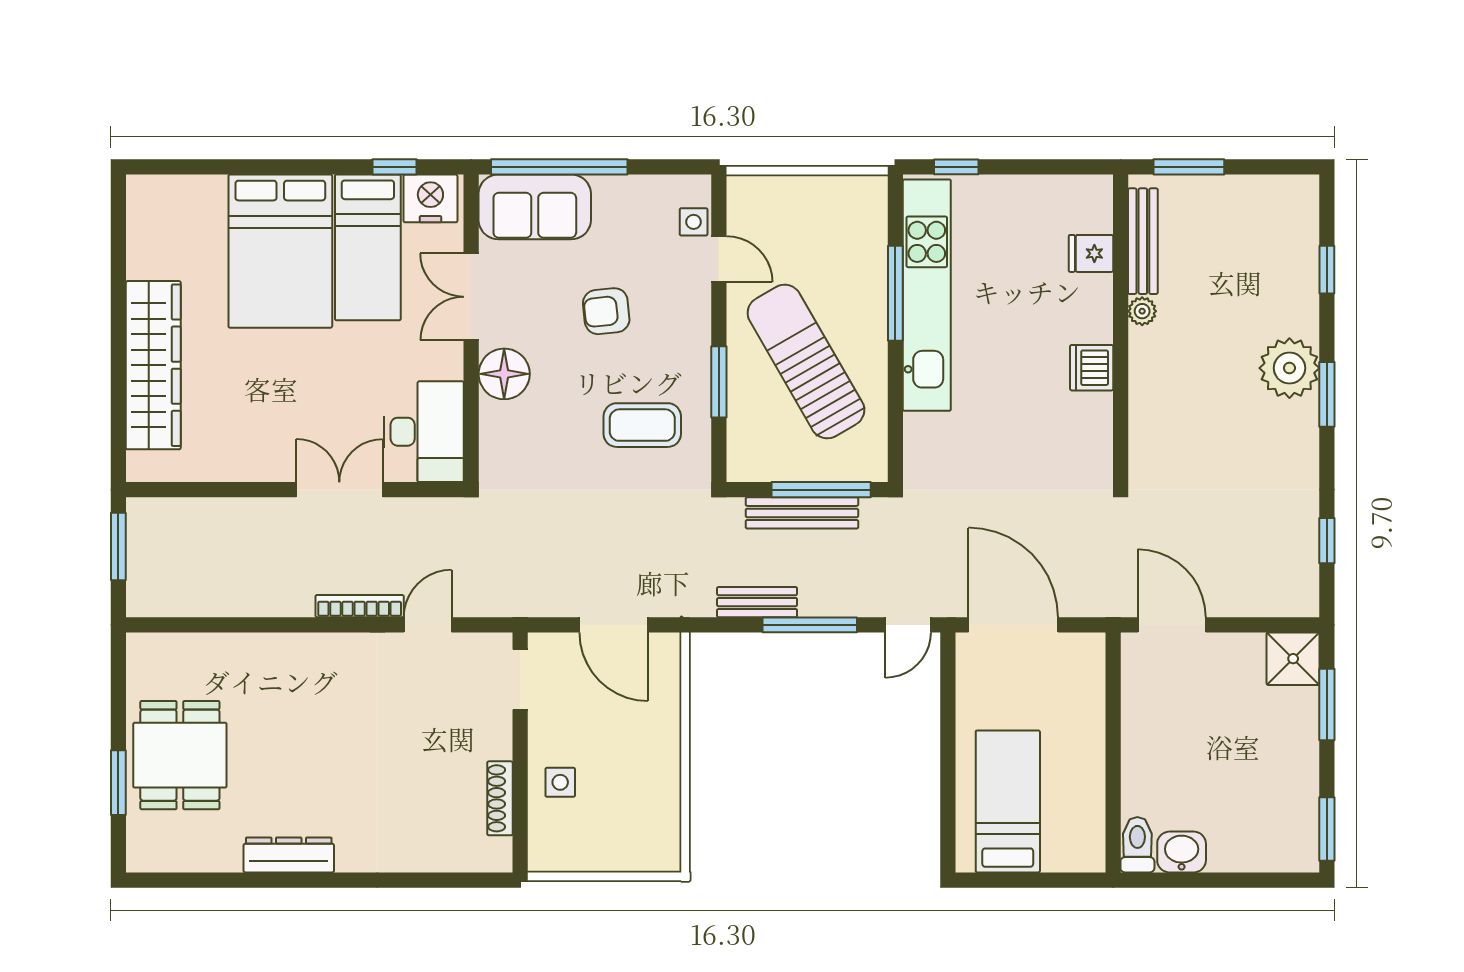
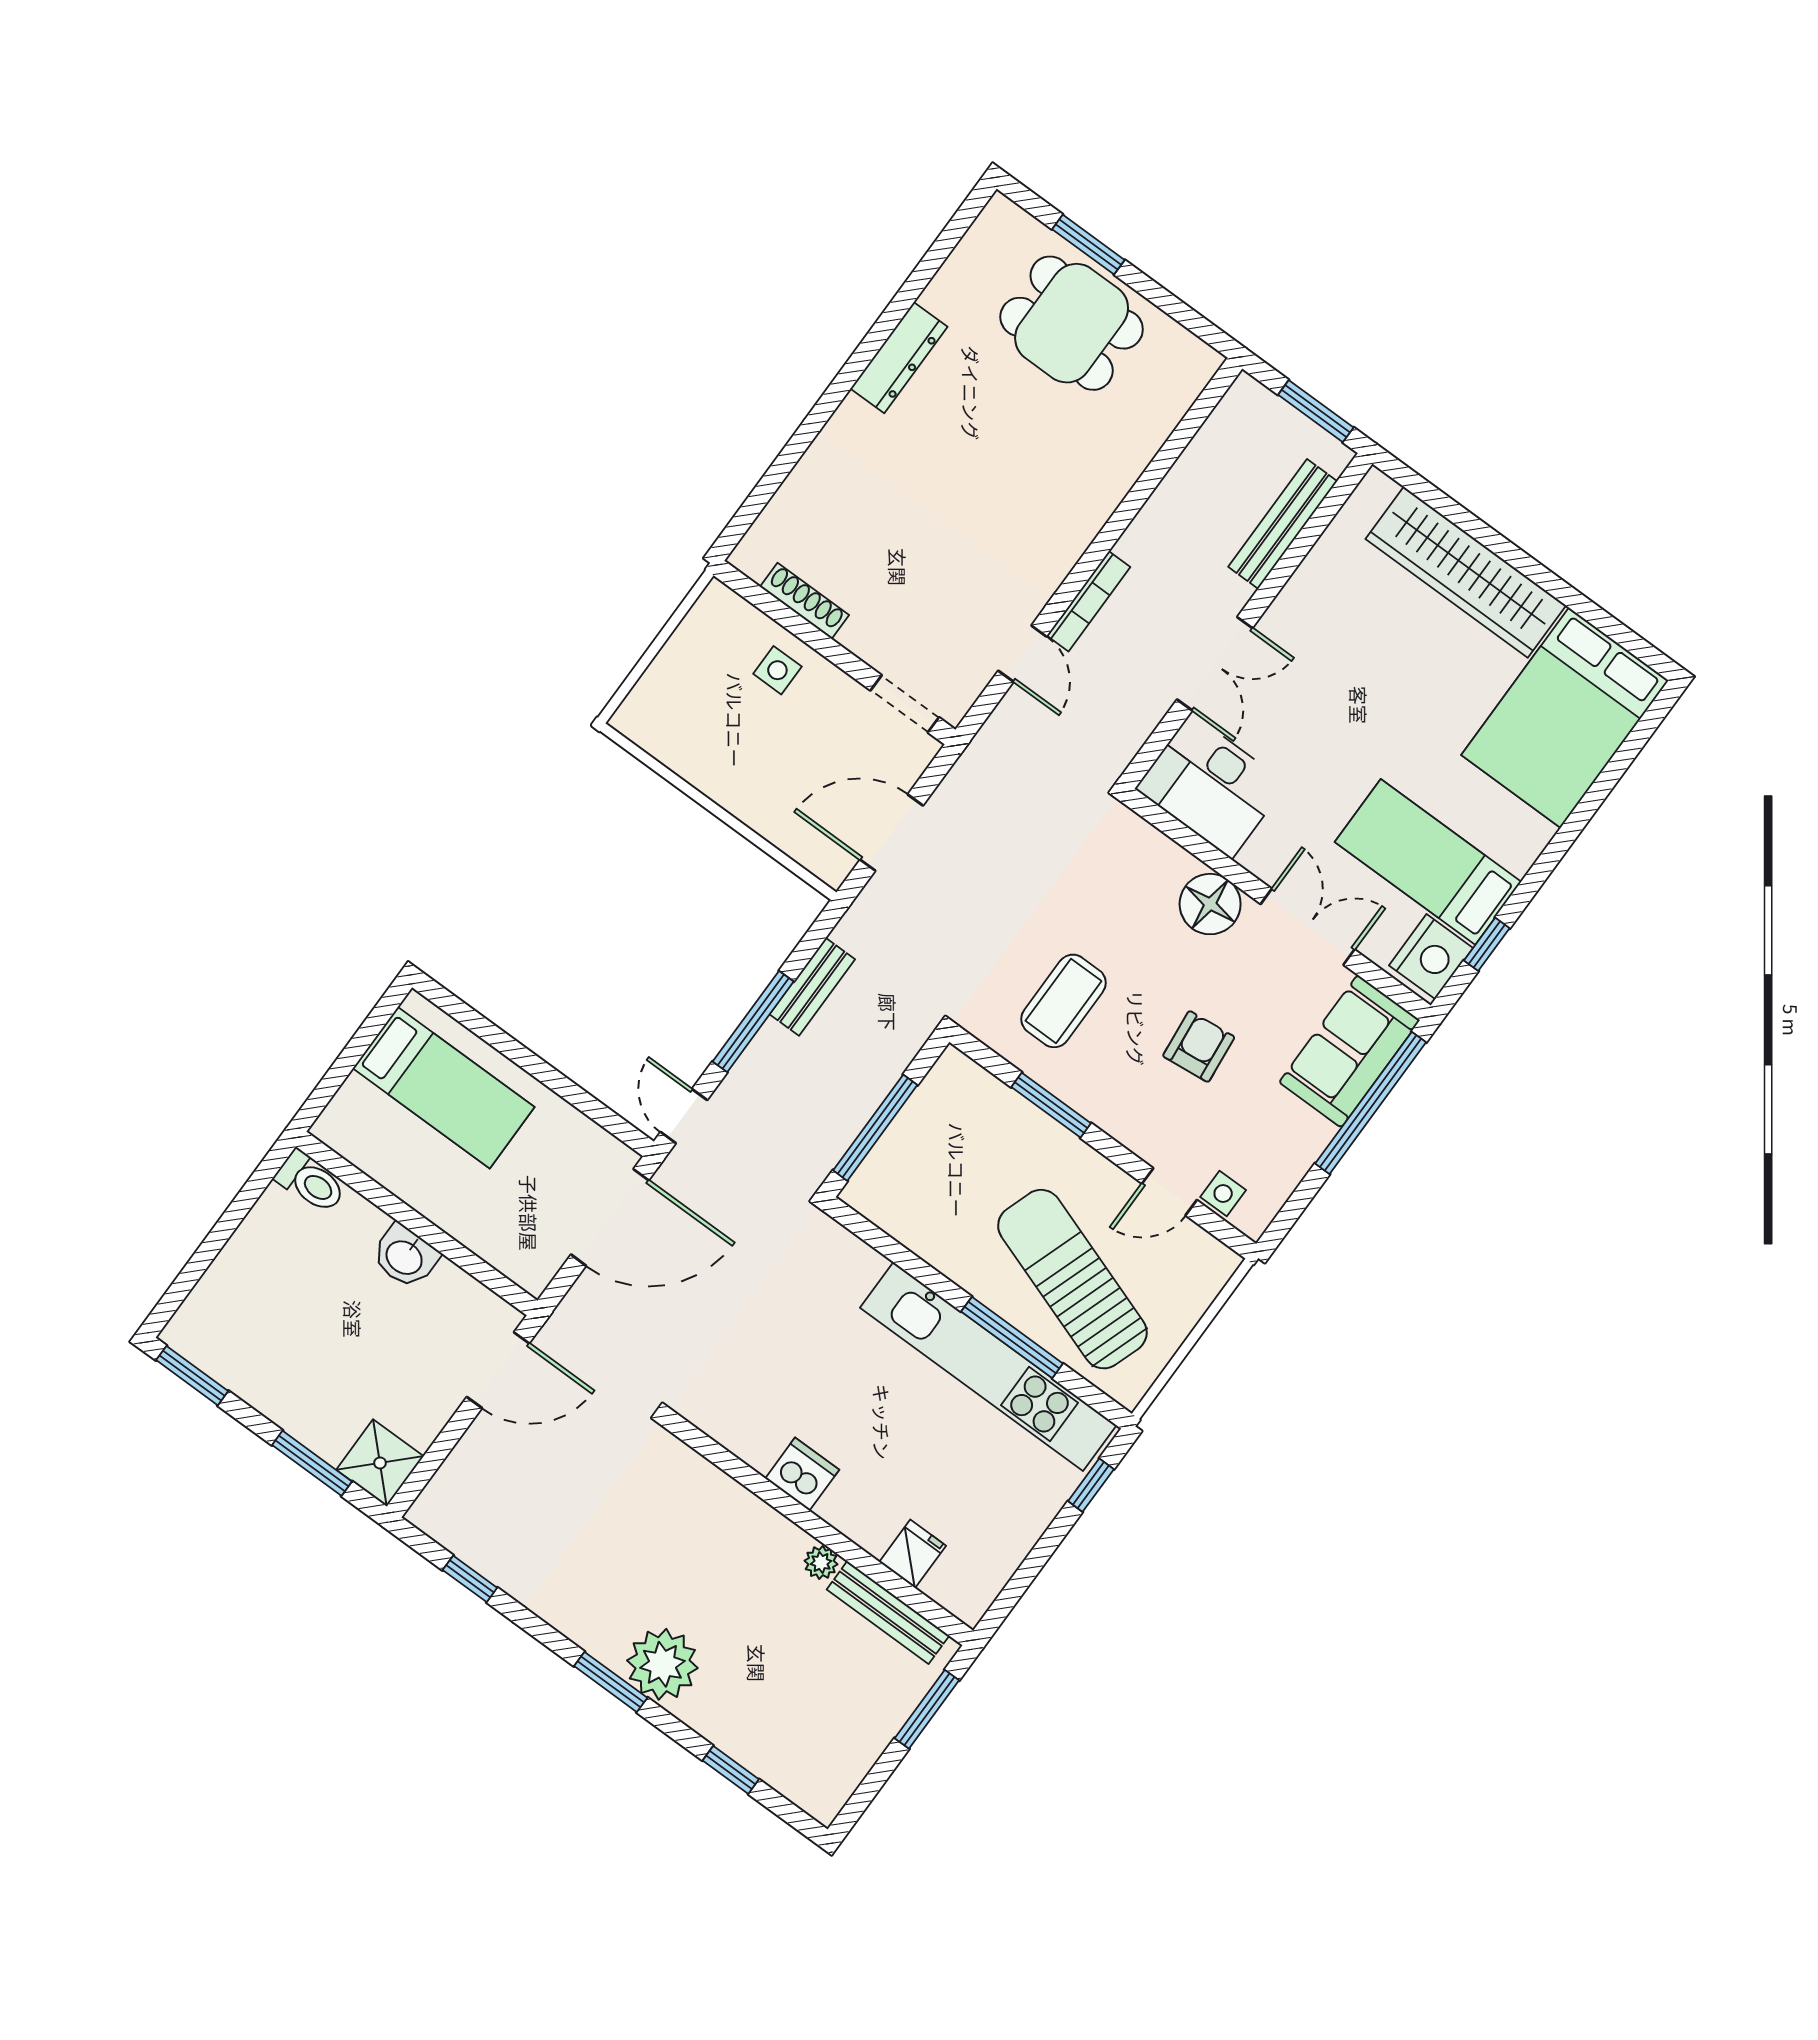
bed: (280, 251) -> (1565, 718), moved, turned -90
sun lounger: (806, 362) -> (1072, 1279), moved, turned -131
bench: (802, 513) -> (1283, 524), moved
washbasin: (1182, 852) -> (405, 1256), moved, turned 90

